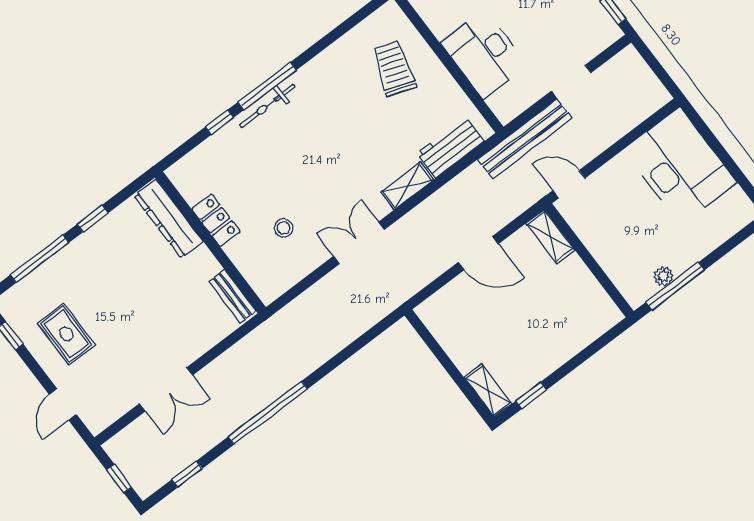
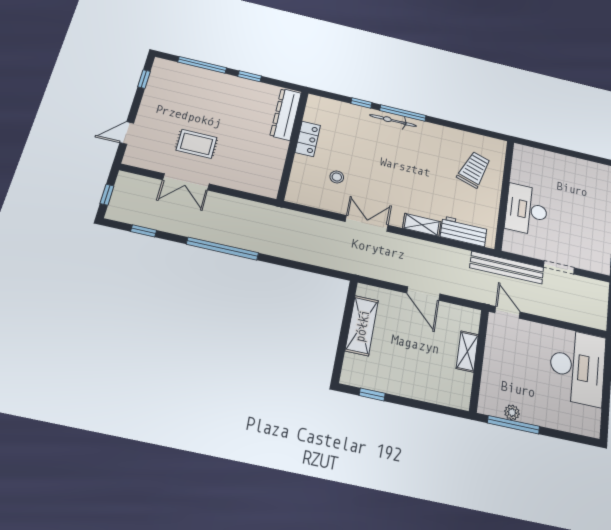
shelving: (550, 237) -> (467, 351), moved
bench: (232, 296) -> (273, 178), removed
rug: (66, 334) -> (197, 144), moved, turned 90
shelving: (488, 390) -> (362, 326), moved, width x1.50, depth x1.33

